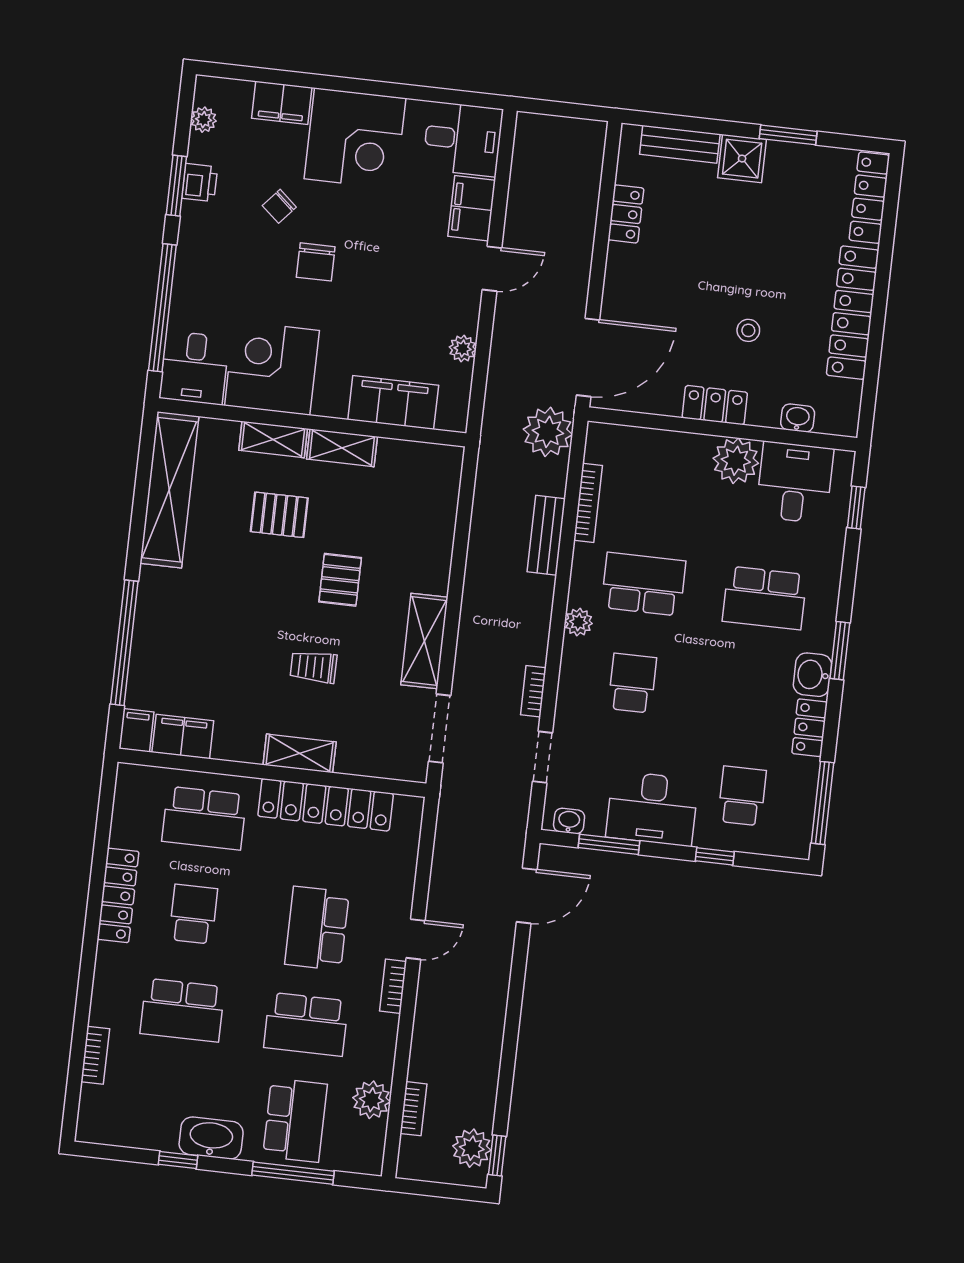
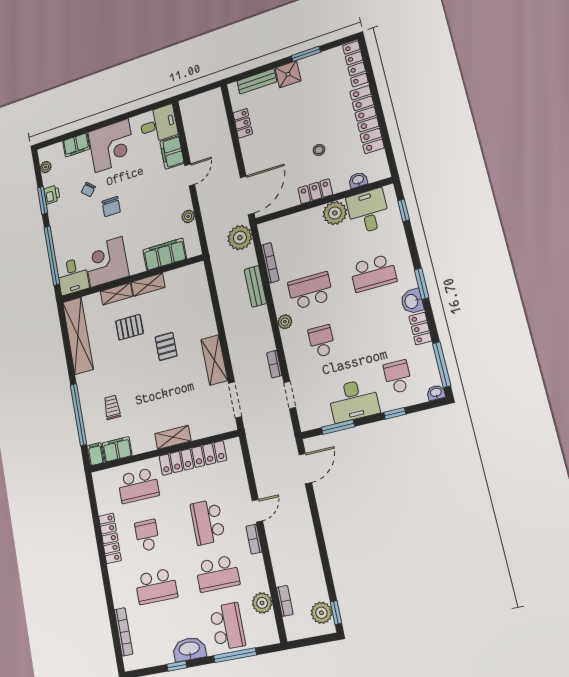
trolley: (314, 667) -> (112, 407), moved, turned 90
washbasin: (569, 821) -> (436, 393), moved
bookcase: (95, 1055) -> (124, 632), width x1.56

